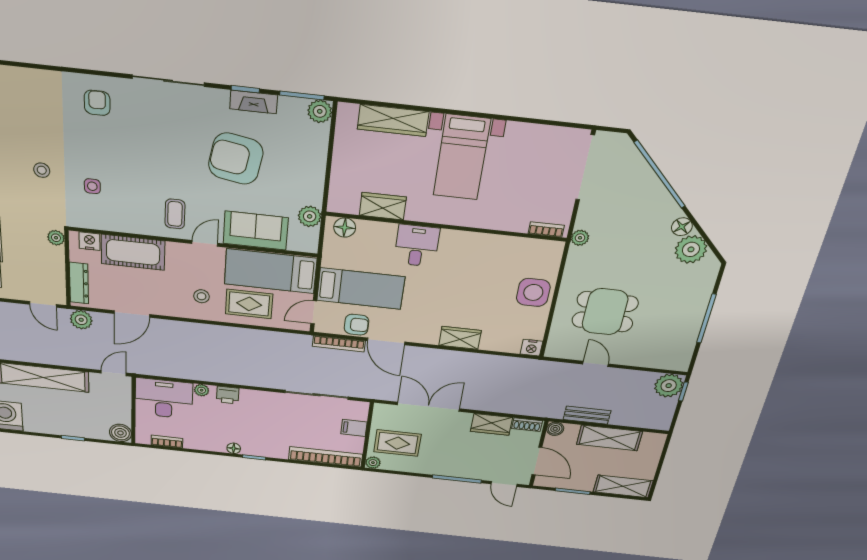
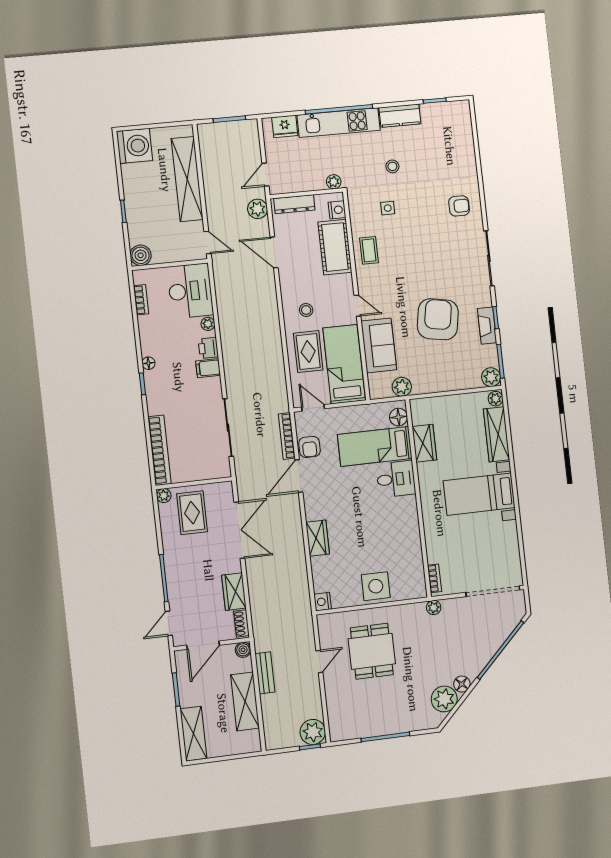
plant: (348, 112) -> (496, 399), added
coffee table: (175, 214) -> (369, 250), moved, turned 90
bed: (361, 289) -> (375, 446), moved, turned 90
filing cabinet: (354, 428) -> (208, 368), moved, turned -90

